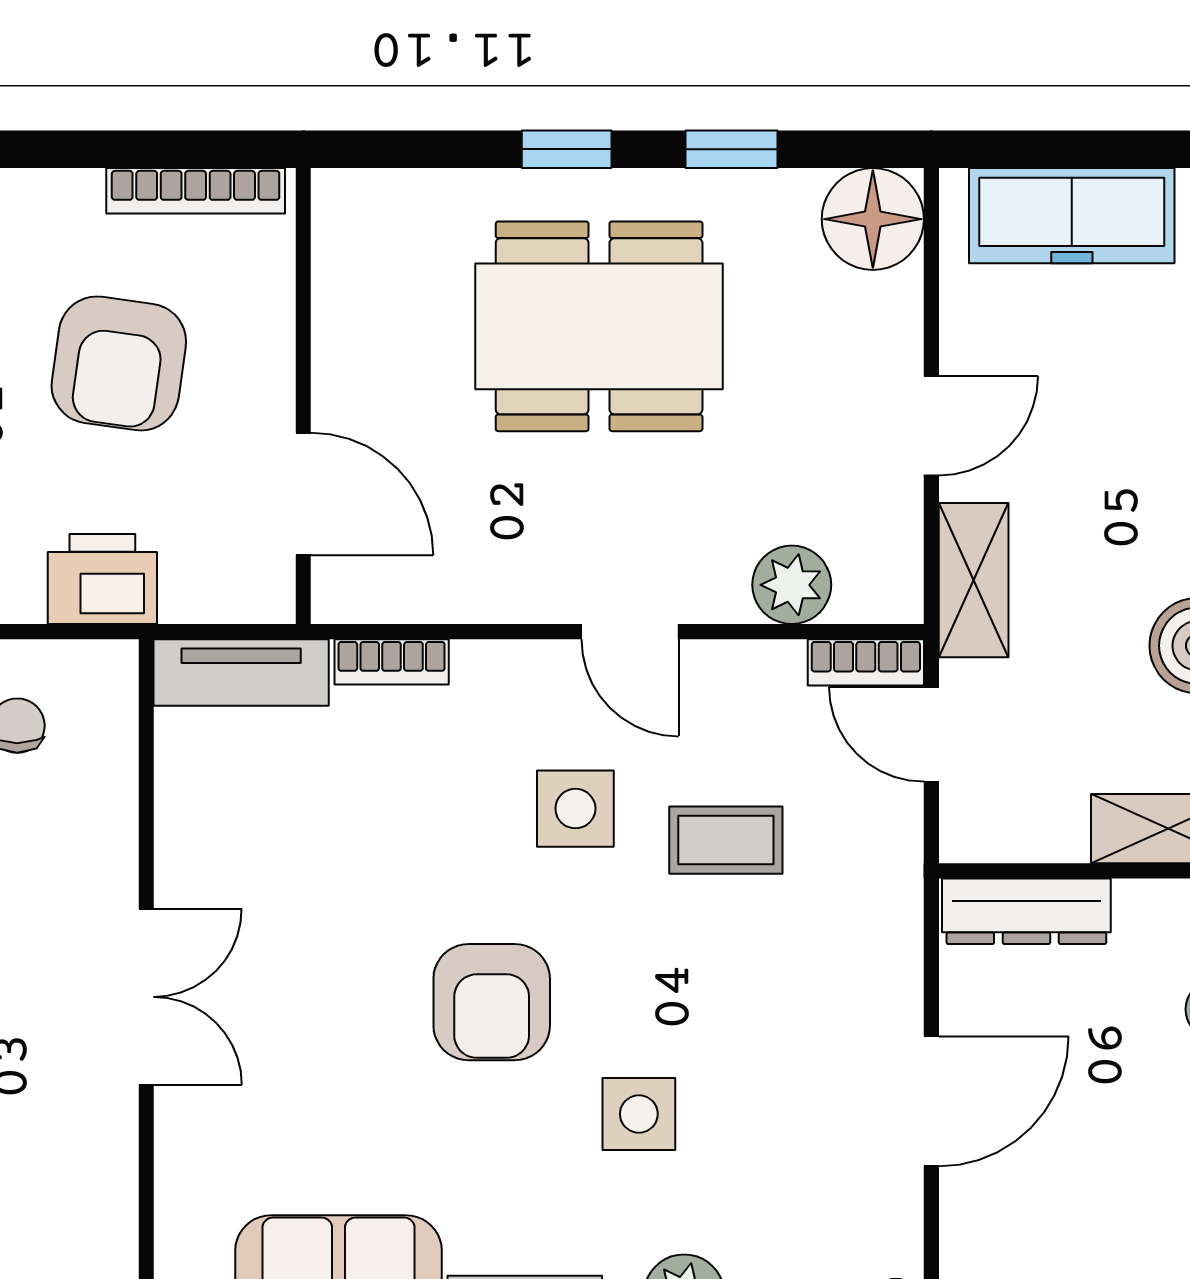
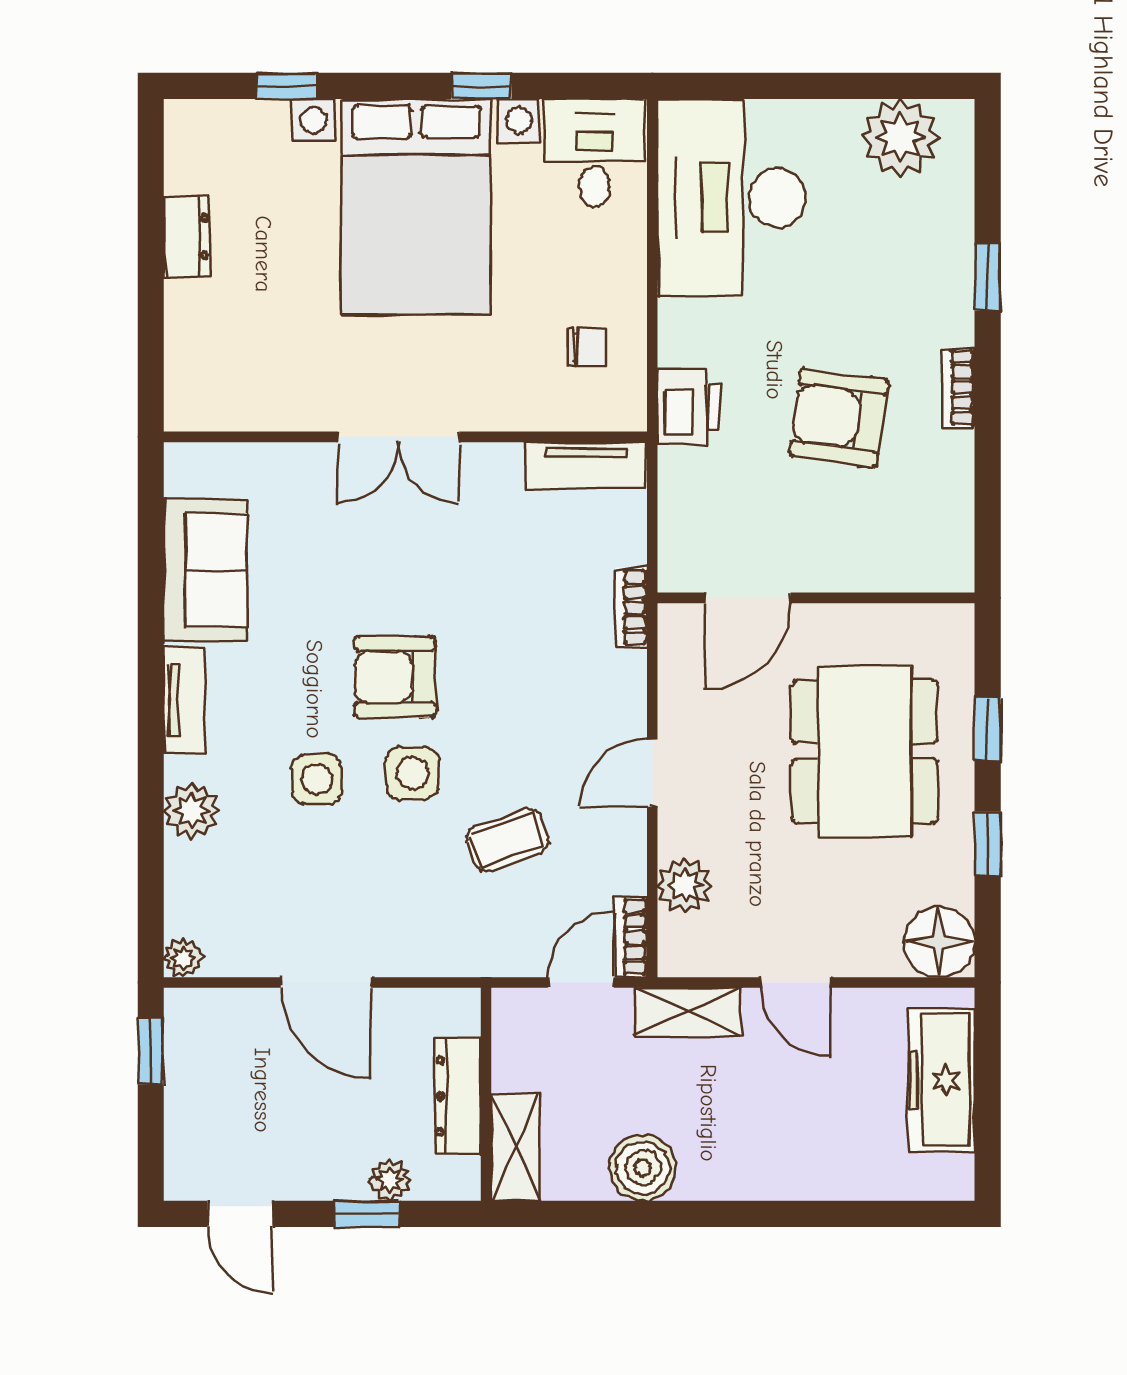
bookcase: (196, 191) -> (959, 388), moved, width x0.64
wall: (303, 396) -> (816, 598), moved
door: (303, 494) -> (748, 598), moved
tv unit: (241, 672) -> (586, 465), moved, turned -90
side table: (575, 809) -> (412, 773), moved
coffee table: (726, 840) -> (507, 840), turned 70
dresser: (1026, 911) -> (458, 1096), moved

